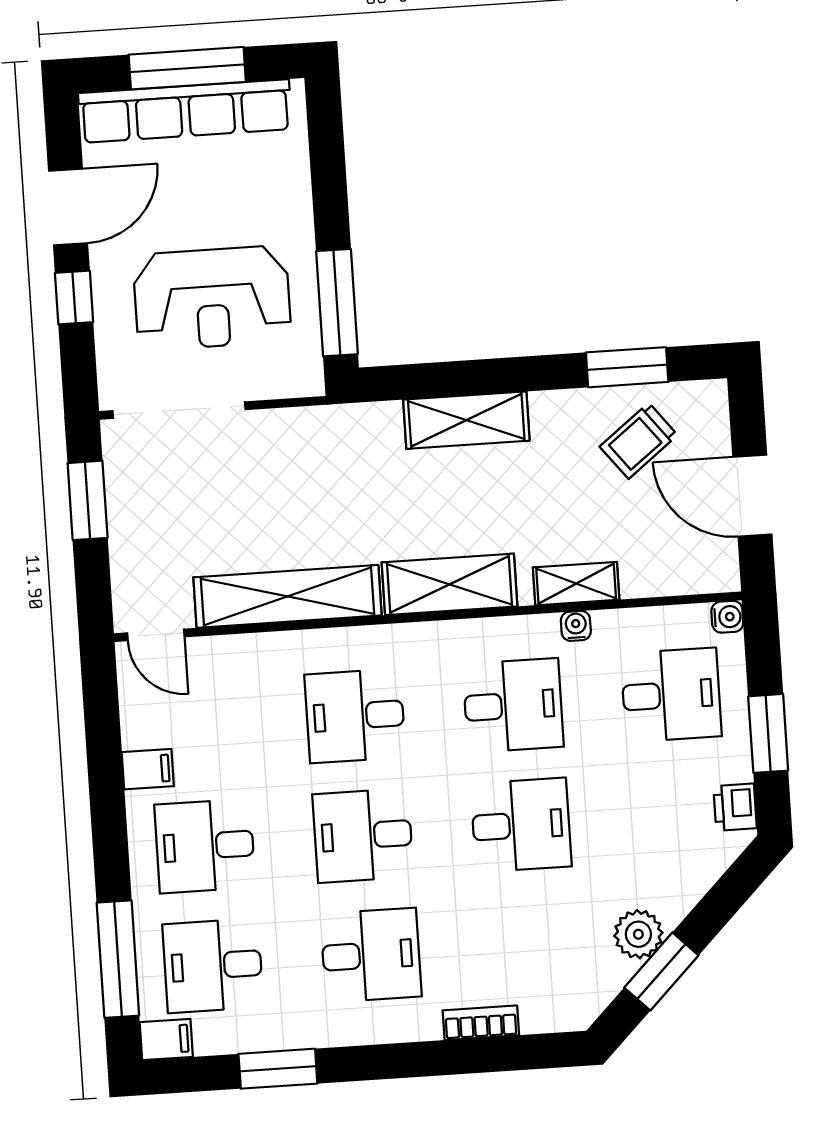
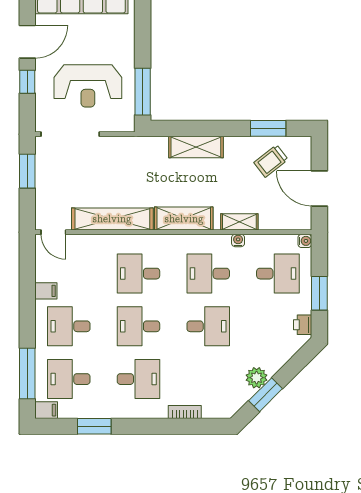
desk: (513, 705) -> (208, 274), turned 180

